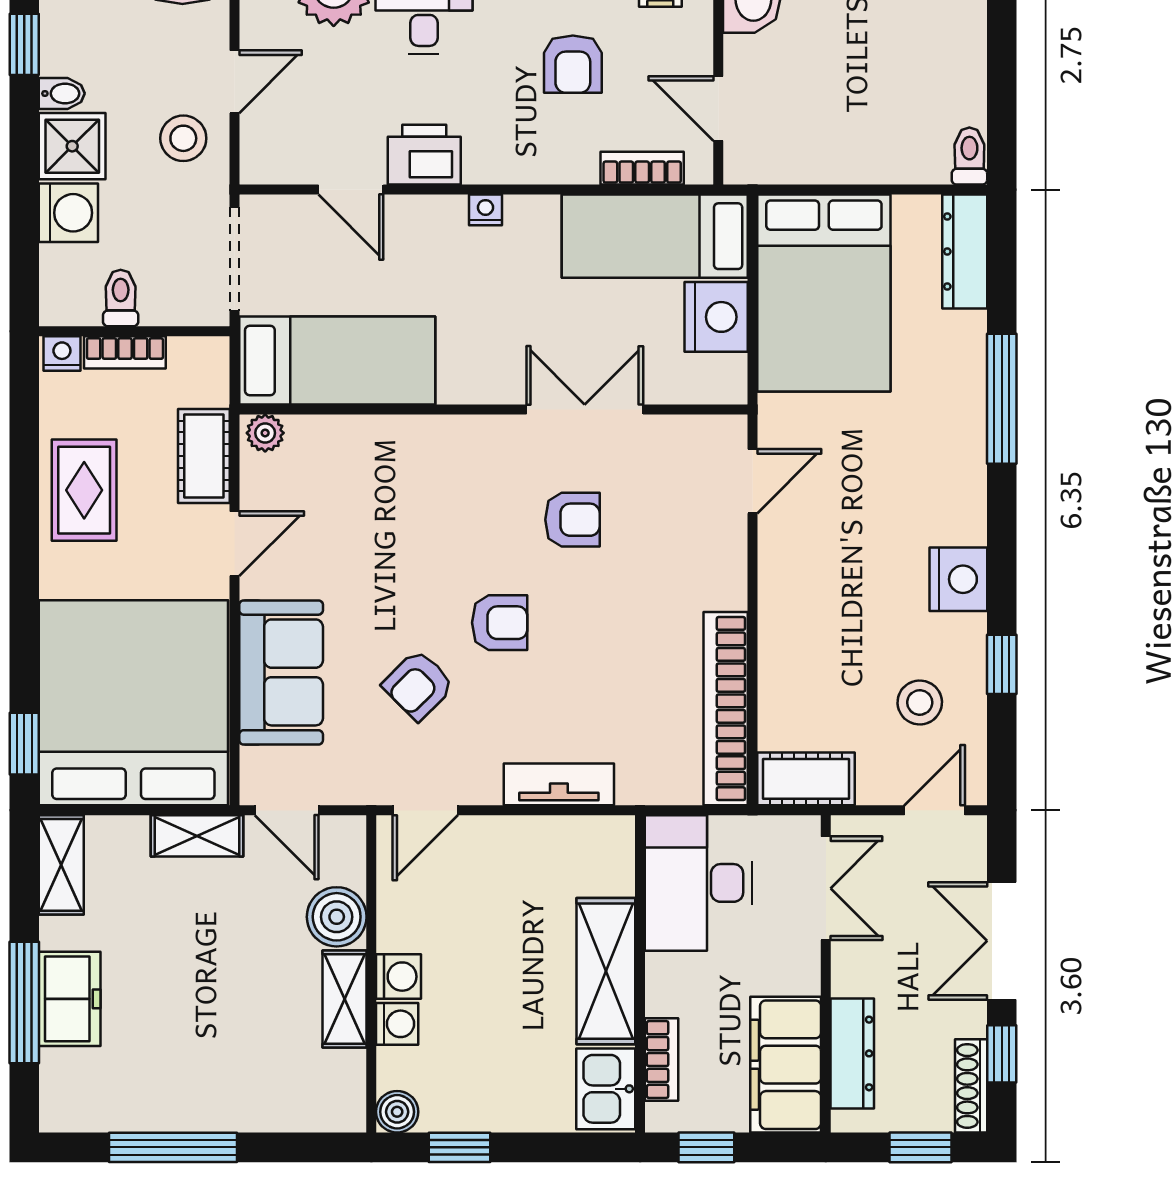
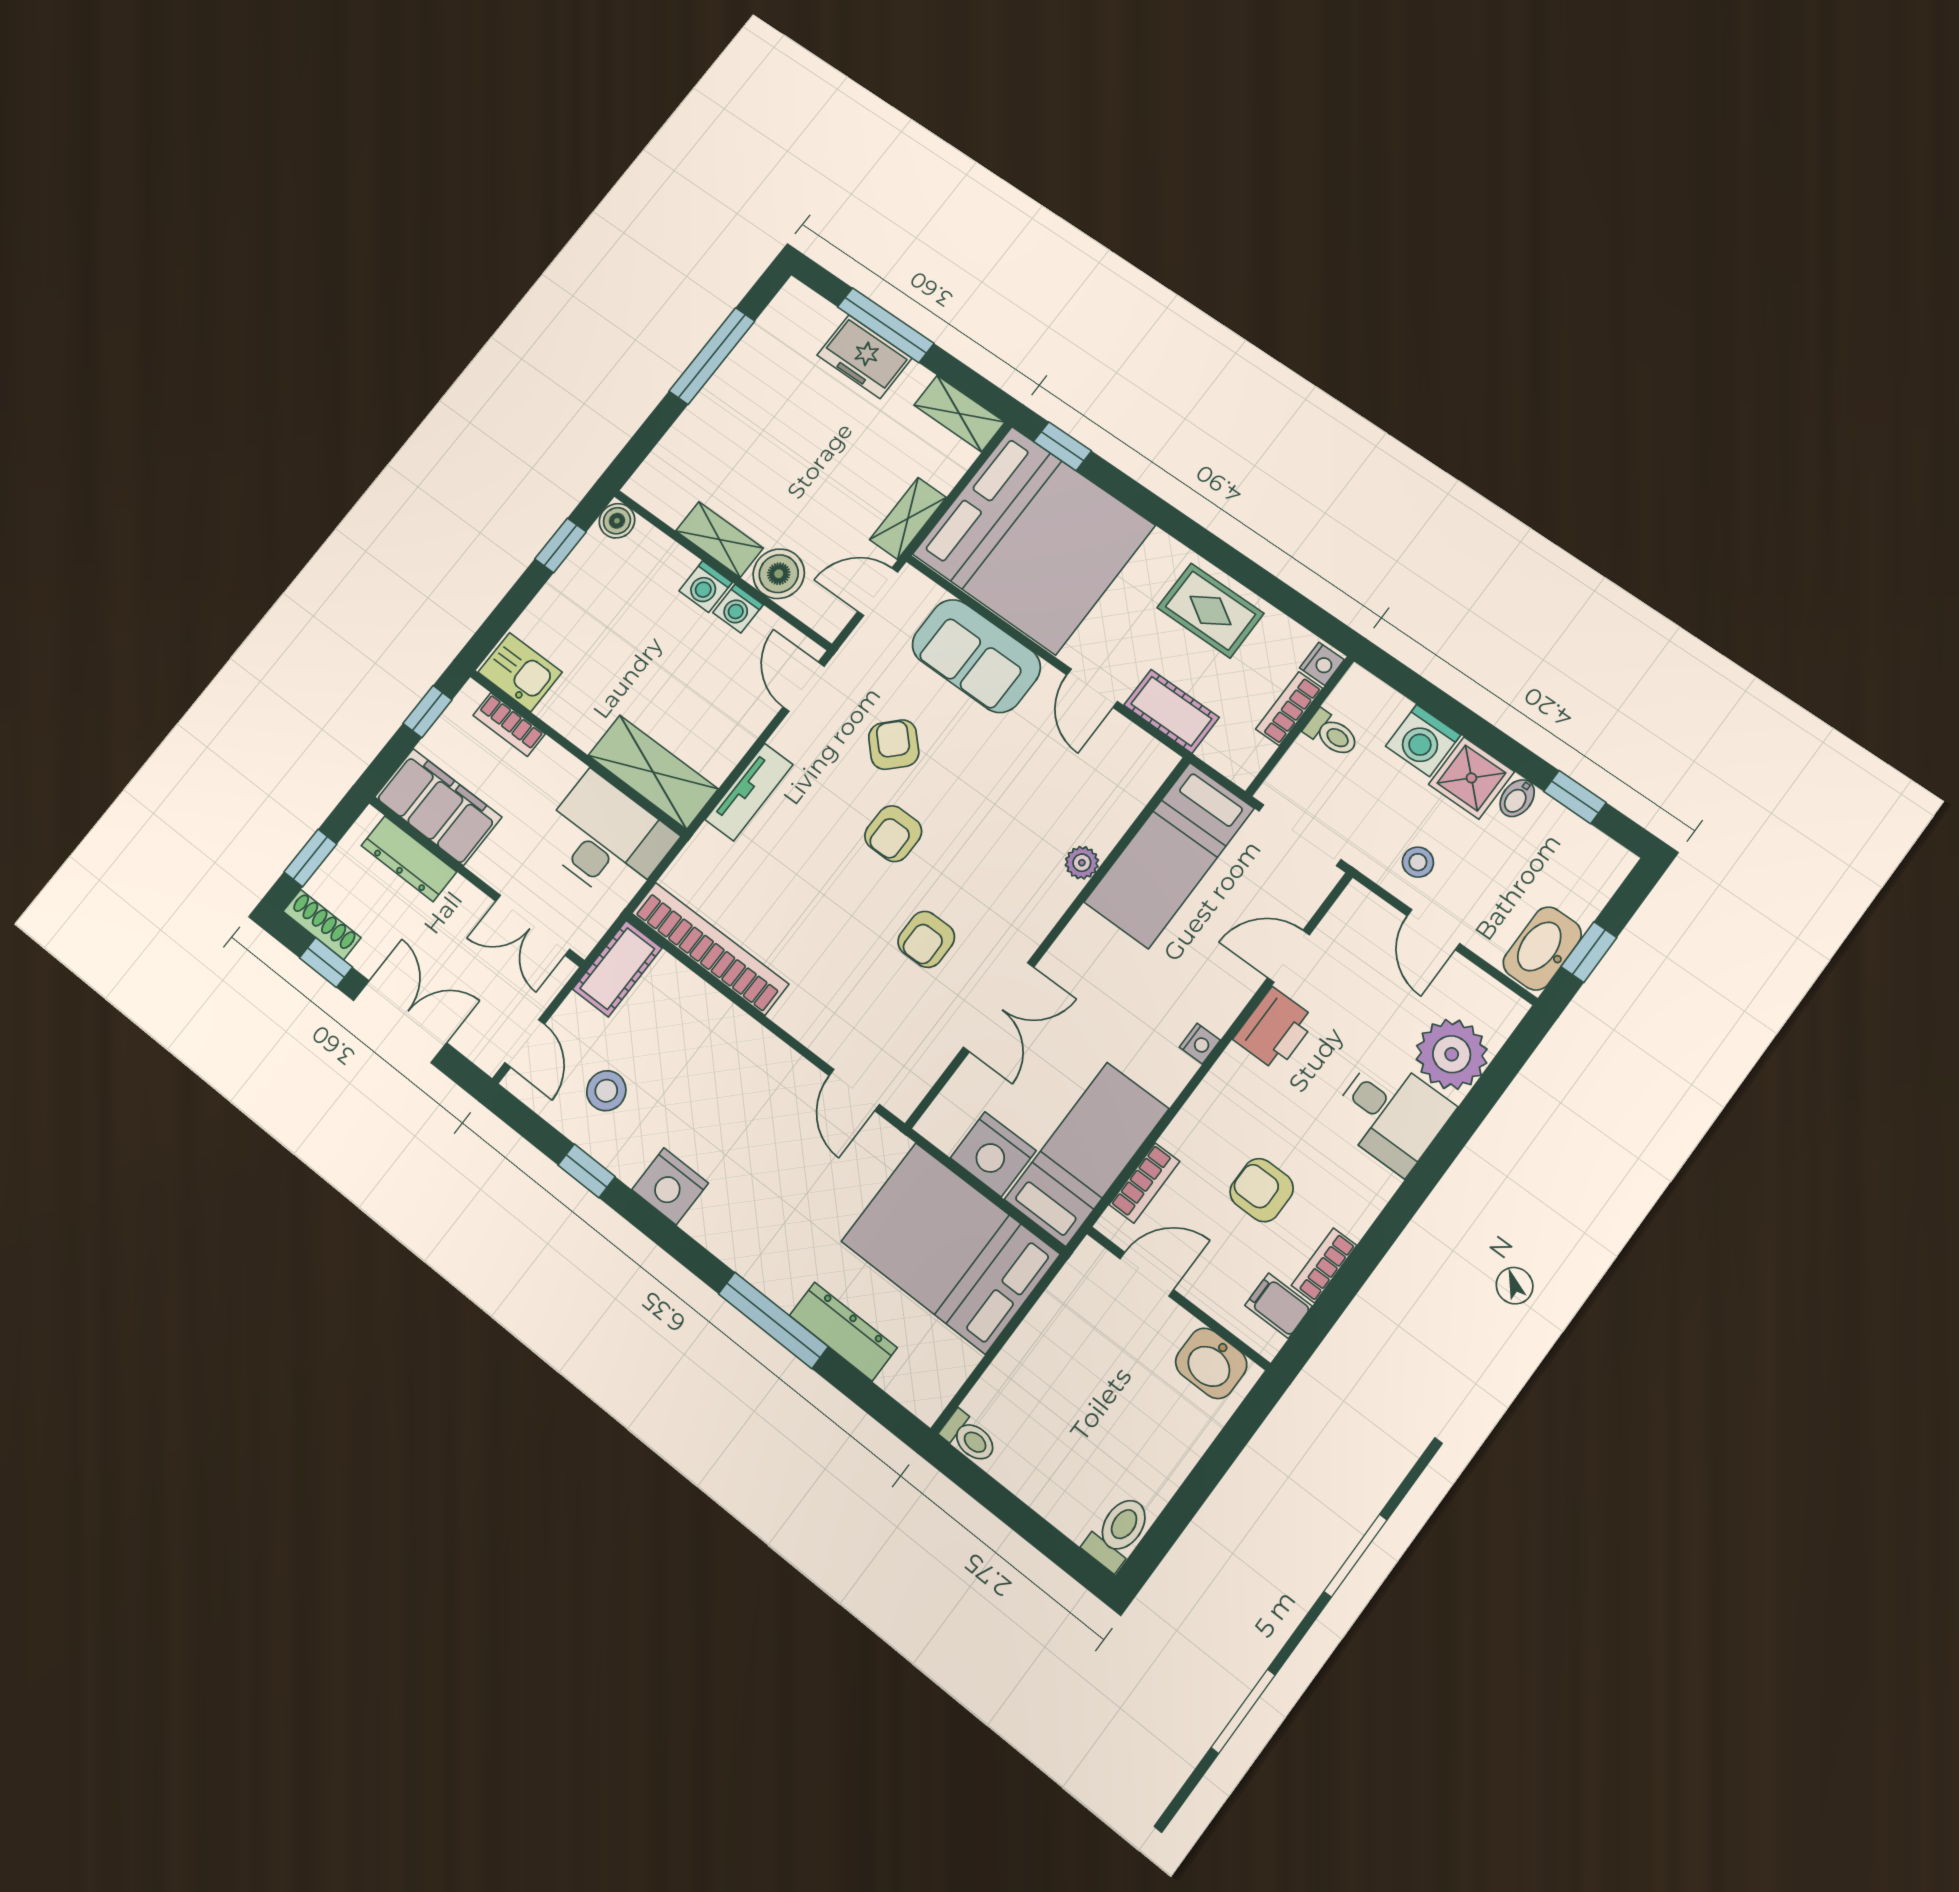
stool: (183, 138) -> (1418, 862), width x0.73, depth x0.73
dresser: (965, 251) -> (843, 1331), moved
plant: (265, 433) -> (1082, 863), moved
shelving: (606, 971) -> (653, 772), moved
washing machine: (397, 1024) -> (738, 609), moved

